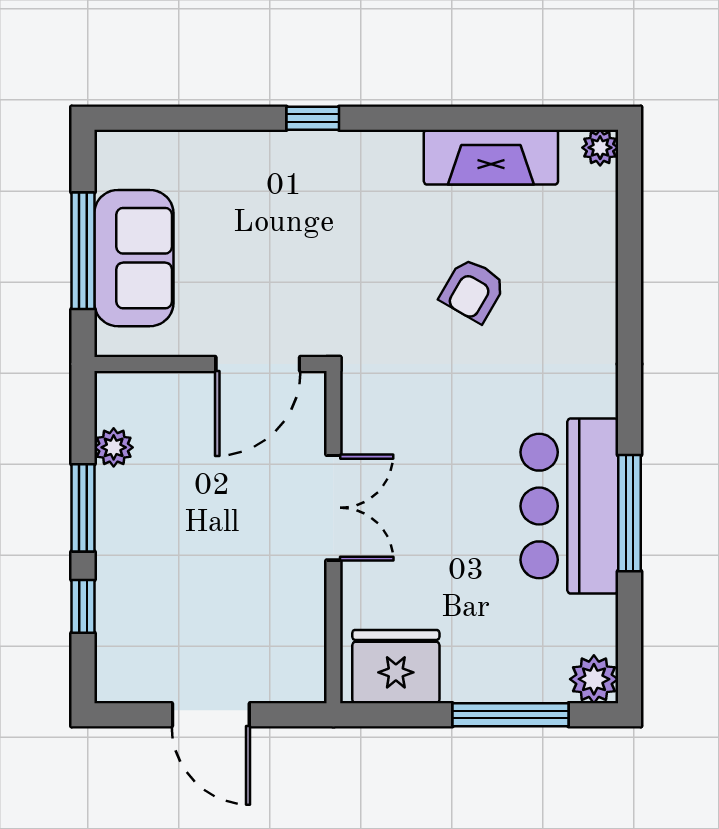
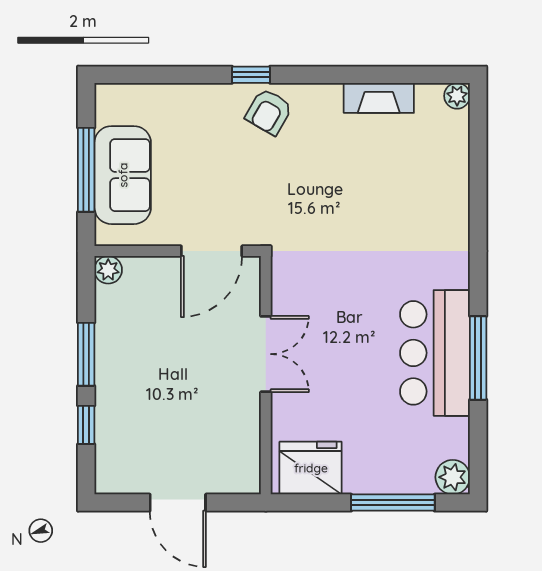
fireplace: (491, 157) -> (379, 98), width x0.73, depth x0.76
armchair: (473, 290) -> (269, 112), moved
plant: (114, 447) -> (108, 270), moved

